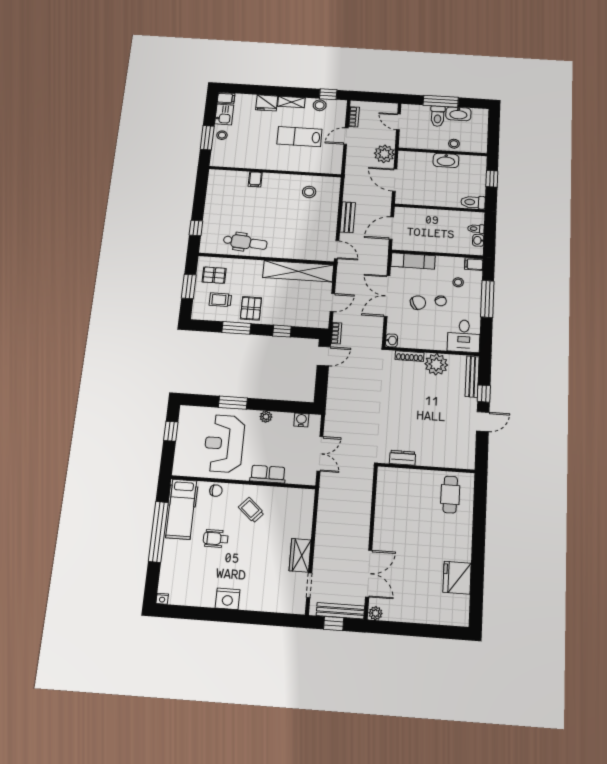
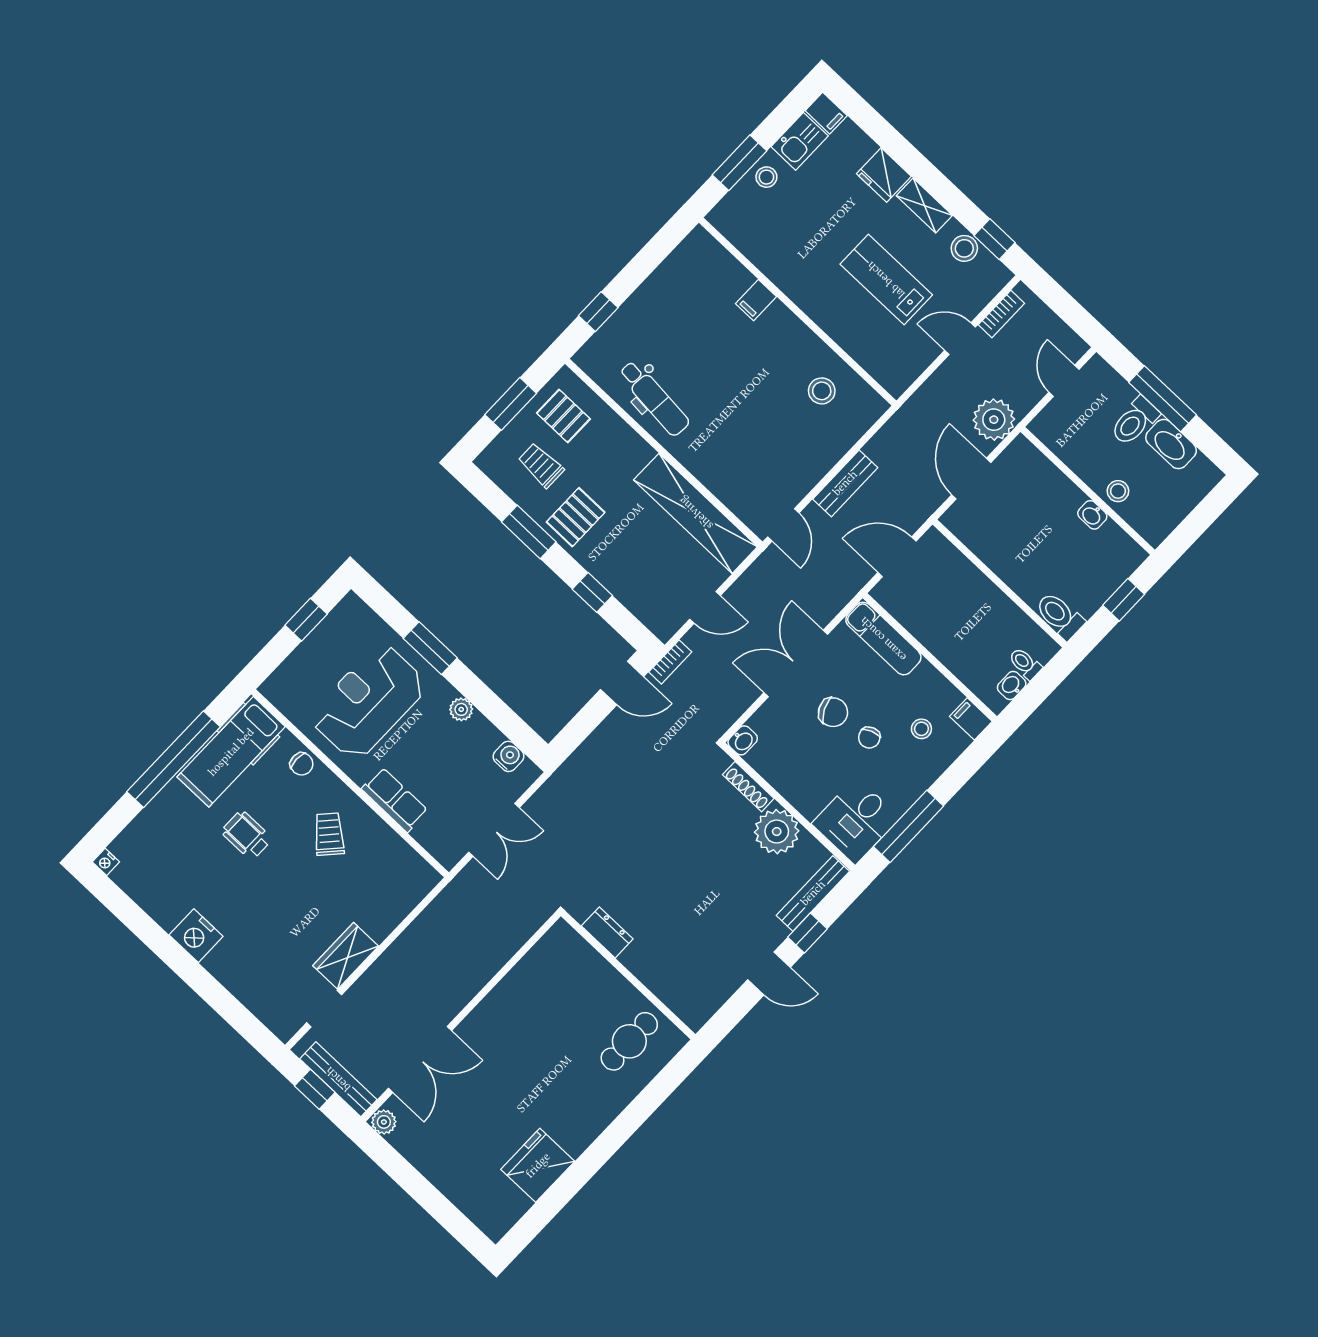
washbasin: (446, 160) -> (1092, 515), width x0.52, depth x0.69
window: (487, 299) -> (909, 826), moved

